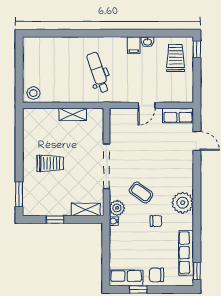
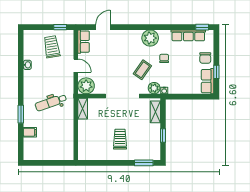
window: (83, 33) -> (21, 114), added
filing cabinet: (134, 45) -> (30, 132), moved
window: (197, 49) -> (60, 27), moved
trolley: (176, 58) -> (52, 47), moved, turned 80
stool: (33, 93) -> (66, 152), removed
shelving: (73, 114) -> (83, 109), moved
plant: (120, 119) -> (86, 86), added

